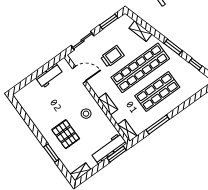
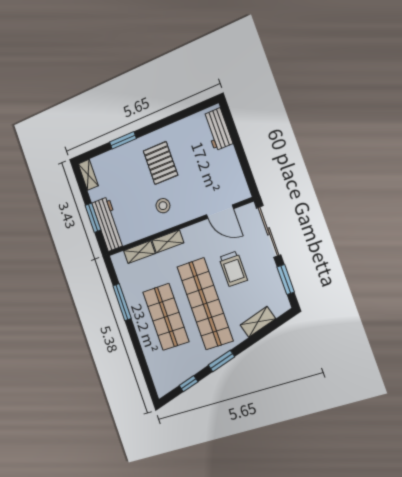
sliding door: (83, 41) -> (269, 231), width x1.37
door: (79, 75) -> (220, 212), hinge flipped
workbench: (49, 76) -> (218, 129), moved
shelving: (127, 130) -> (139, 252), moved
pallet: (66, 134) -> (160, 163), moved, turned 90
window: (117, 154) -> (93, 218), moved

